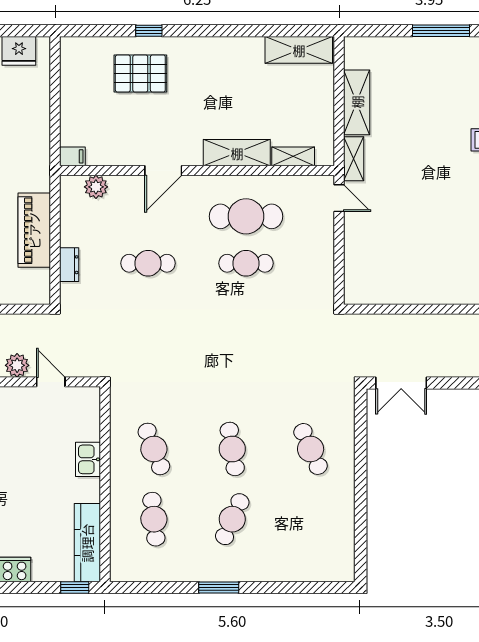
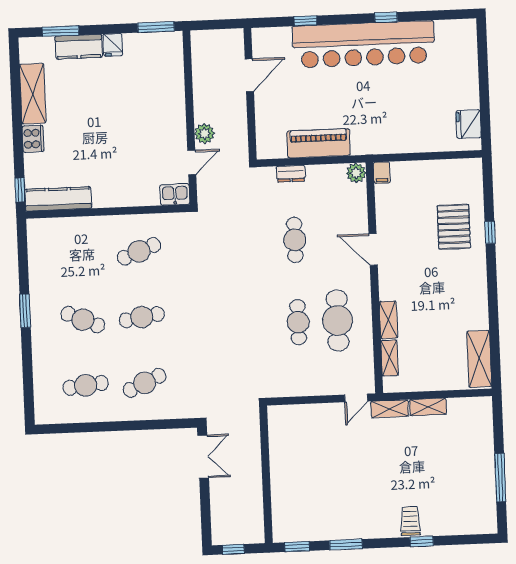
shelving: (357, 102) -> (428, 407), width x0.67, depth x0.75
shelving: (237, 153) -> (388, 320), width x0.67, depth x0.75
plant: (96, 187) -> (356, 173), moved
double door: (401, 383) -> (203, 457), swing flipped
kitchen sink: (88, 459) -> (175, 194), moved
cafe table: (154, 519) -> (86, 385), moved

